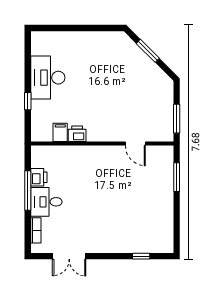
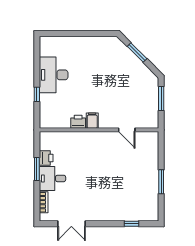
window: (177, 119) -> (161, 98), moved
filing cabinet: (60, 132) -> (92, 121), moved
window: (177, 177) -> (161, 182), moved
window: (28, 191) -> (37, 169), width x0.69

